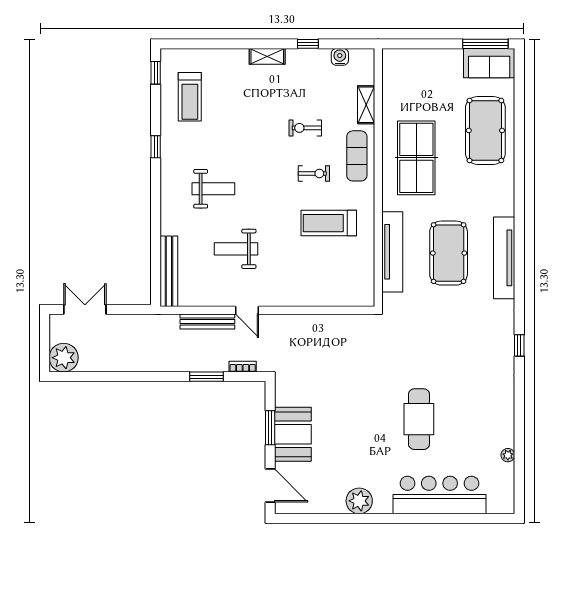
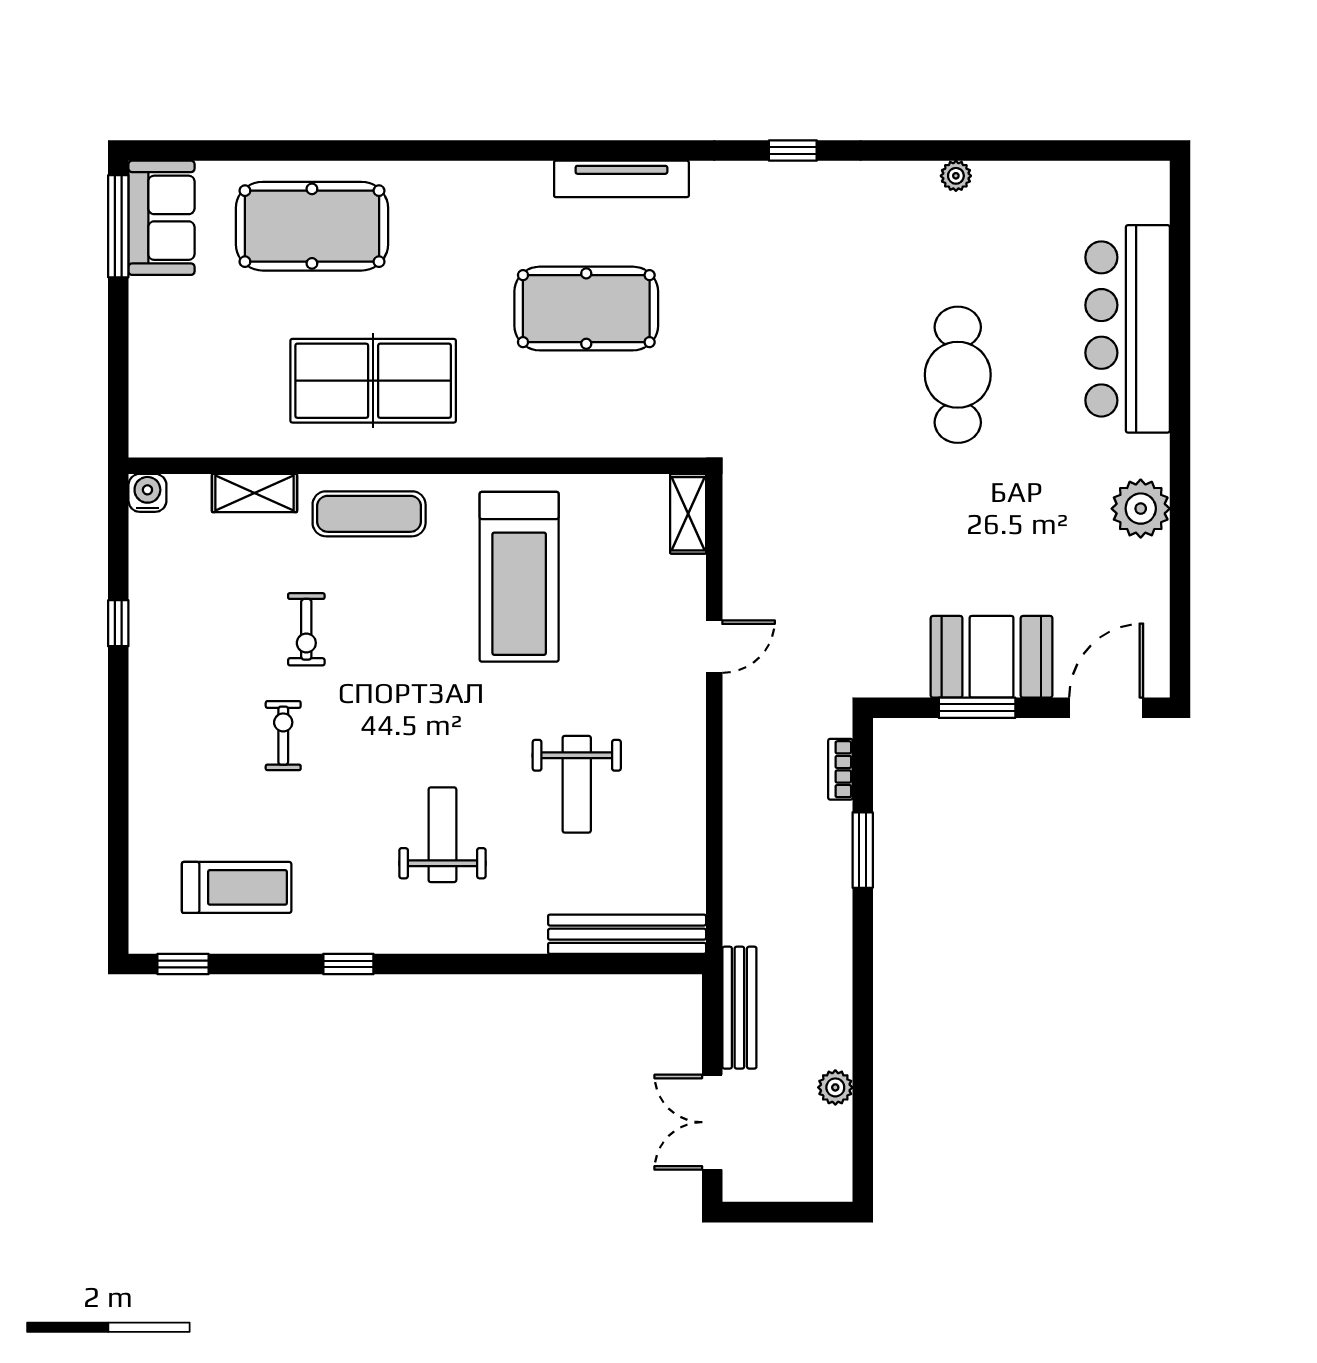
shelving: (267, 56) -> (688, 514), moved
water cooler: (340, 57) -> (147, 493), moved, turned 90
exercise bike: (314, 173) -> (283, 736), moved
treadmill: (329, 223) -> (519, 577), width x1.37, depth x1.38
tv unit: (392, 252) -> (583, 435), removed
tv unit: (504, 258) -> (621, 179), width x0.73, depth x0.78
door: (247, 310) -> (714, 647), moved
bench: (207, 322) -> (739, 1008), moved
plant: (64, 358) -> (835, 1087), moved, width x0.53, depth x0.53
cafe table: (419, 419) -> (958, 375), turned 90
plant: (508, 455) -> (956, 176), moved

